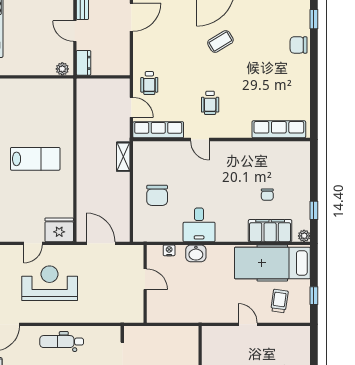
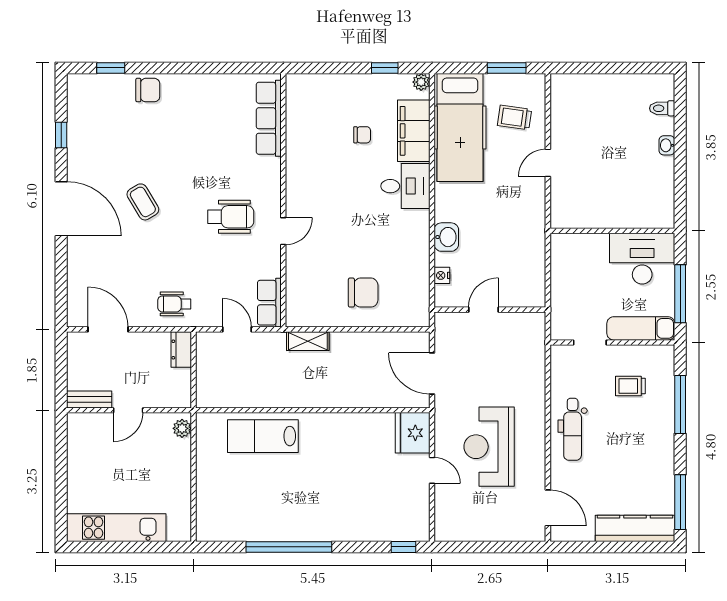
chair: (299, 45) -> (148, 90), turned -90
dresser: (84, 63) -> (181, 350), moved, turned -90
wheelchair: (149, 83) -> (174, 304), moved, turned 180
wheelchair: (210, 103) -> (231, 217), width x1.36, depth x1.37
door: (131, 107) -> (237, 329), hinge flipped
row of seats: (158, 130) -> (269, 303), width x0.68
lab bench: (35, 159) -> (263, 436), moved, turned -90
desk: (199, 225) -> (405, 186), moved
door: (101, 243) -> (432, 373), hinge flipped
window: (314, 296) -> (507, 68), width x1.50

